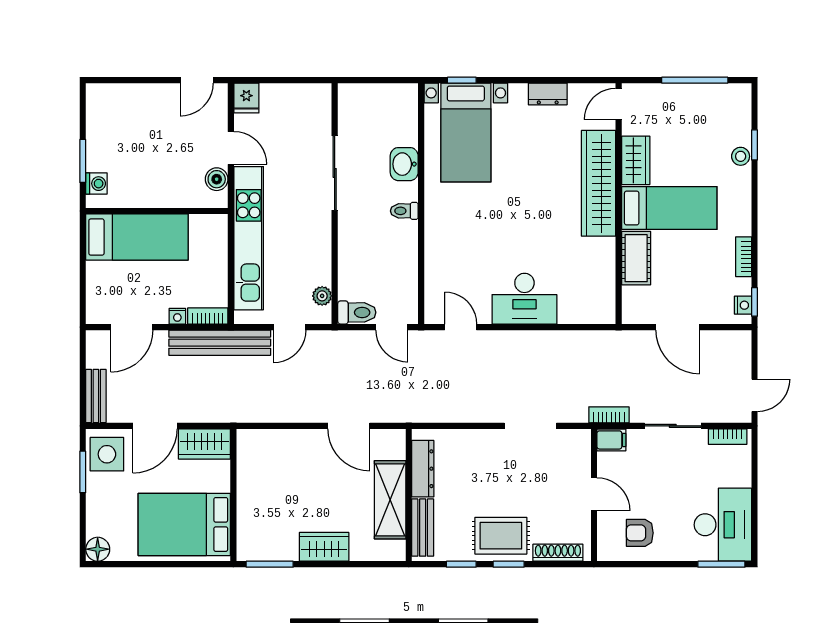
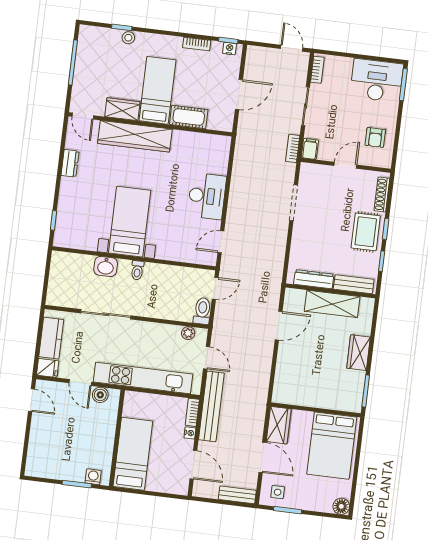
kitchen counter: (290, 98) -> (51, 338), added
bed with nightstands: (466, 132) -> (130, 222), moved, turned -90
door: (231, 148) -> (80, 383), swing flipped
side table: (107, 454) -> (278, 492), width x0.54, depth x0.54

